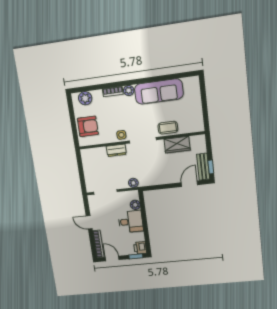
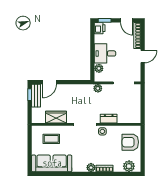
sofa: (159, 91) -> (52, 163), moved
coffee table: (168, 128) -> (51, 139), moved
door: (89, 222) -> (143, 57), hinge flipped

